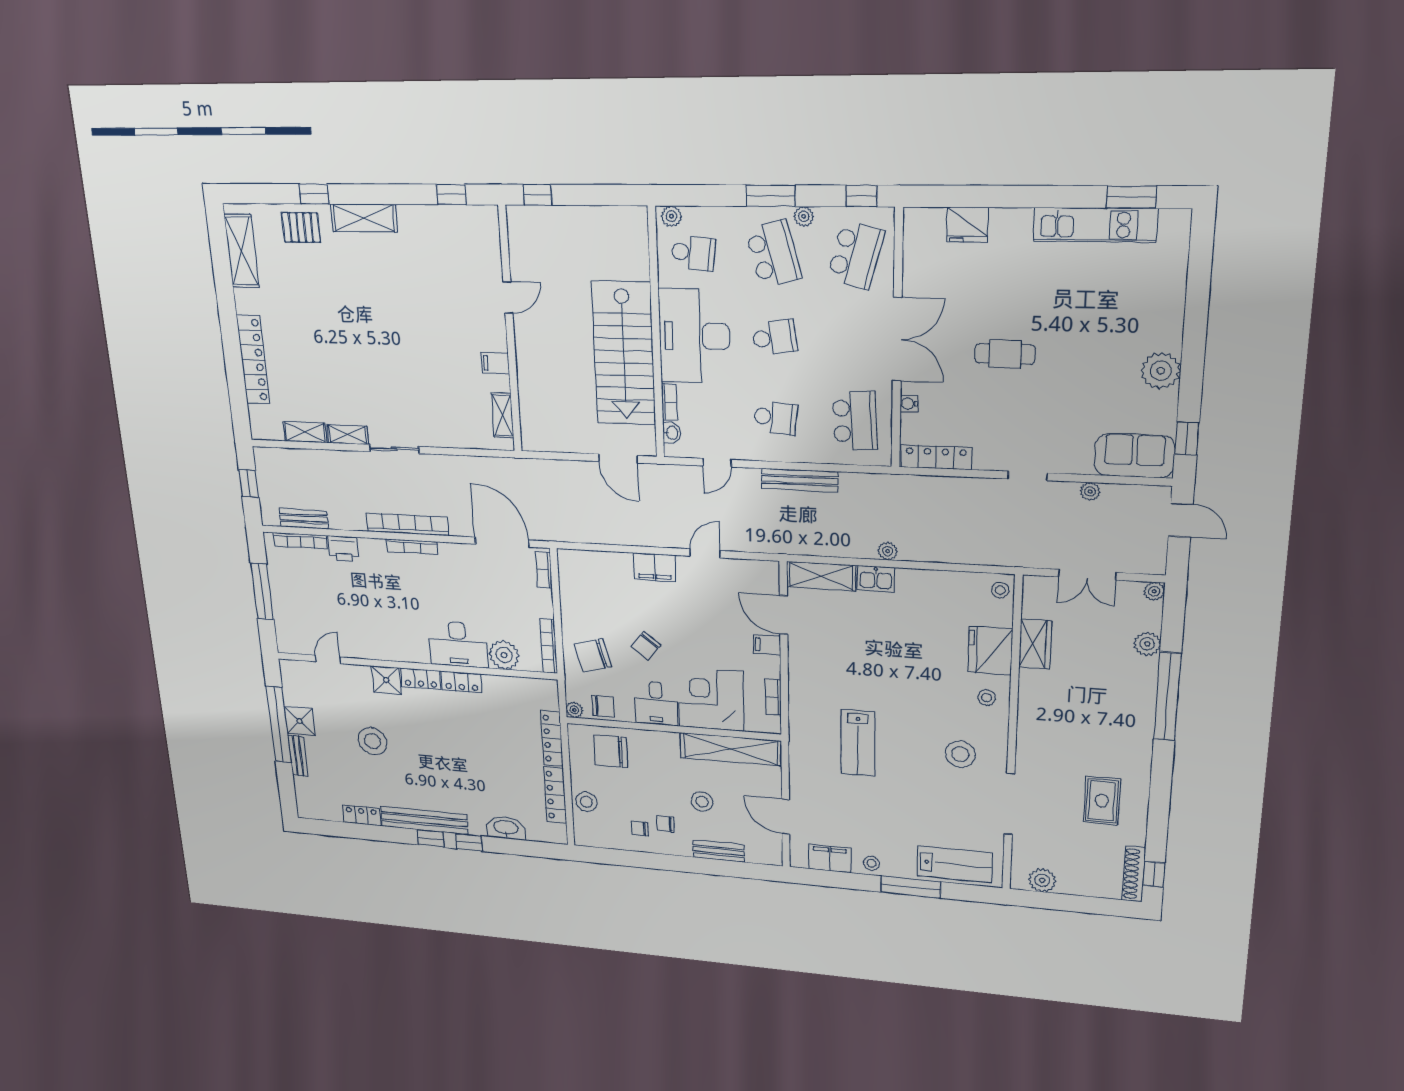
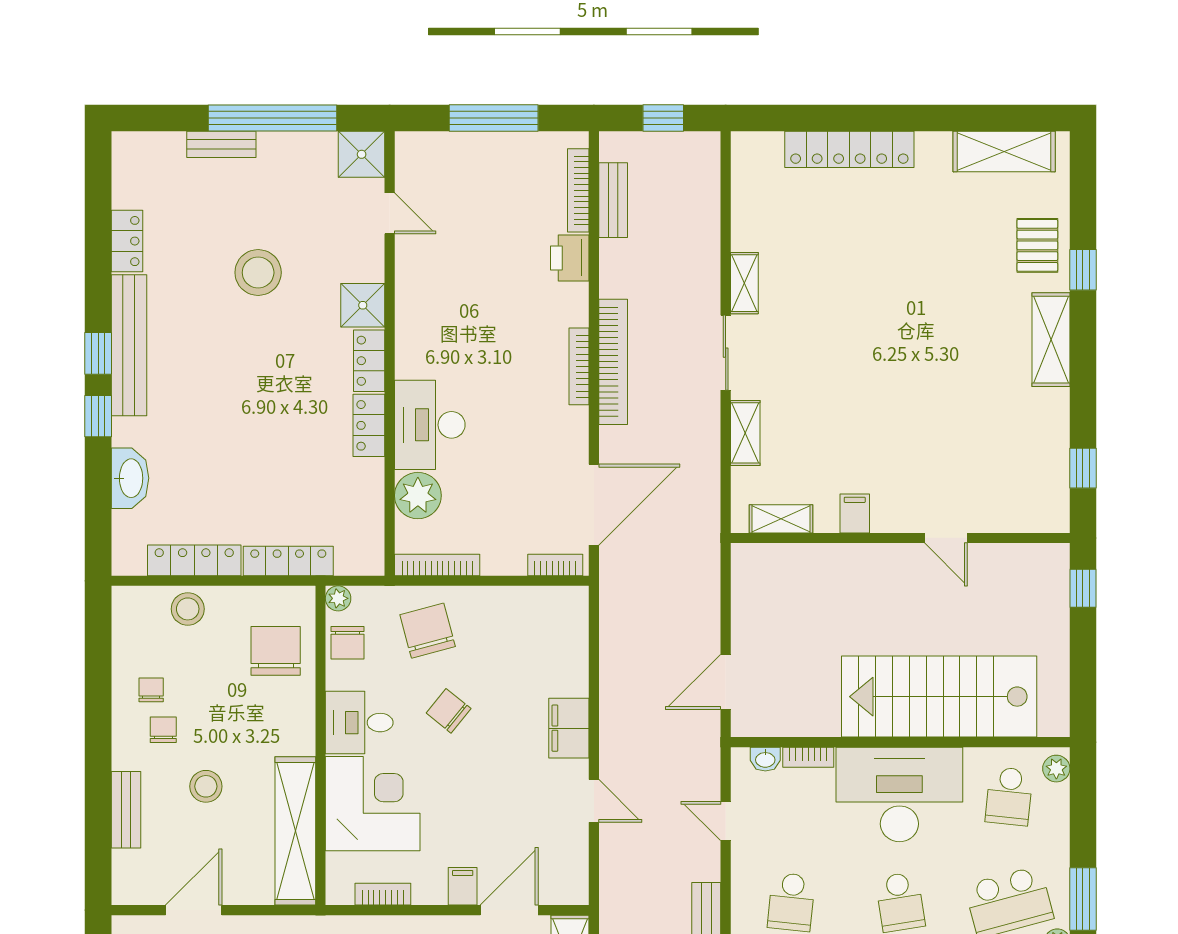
stairs: (624, 354) -> (939, 697), moved
shelving: (305, 432) -> (745, 433), moved
shower: (300, 721) -> (362, 154), moved

